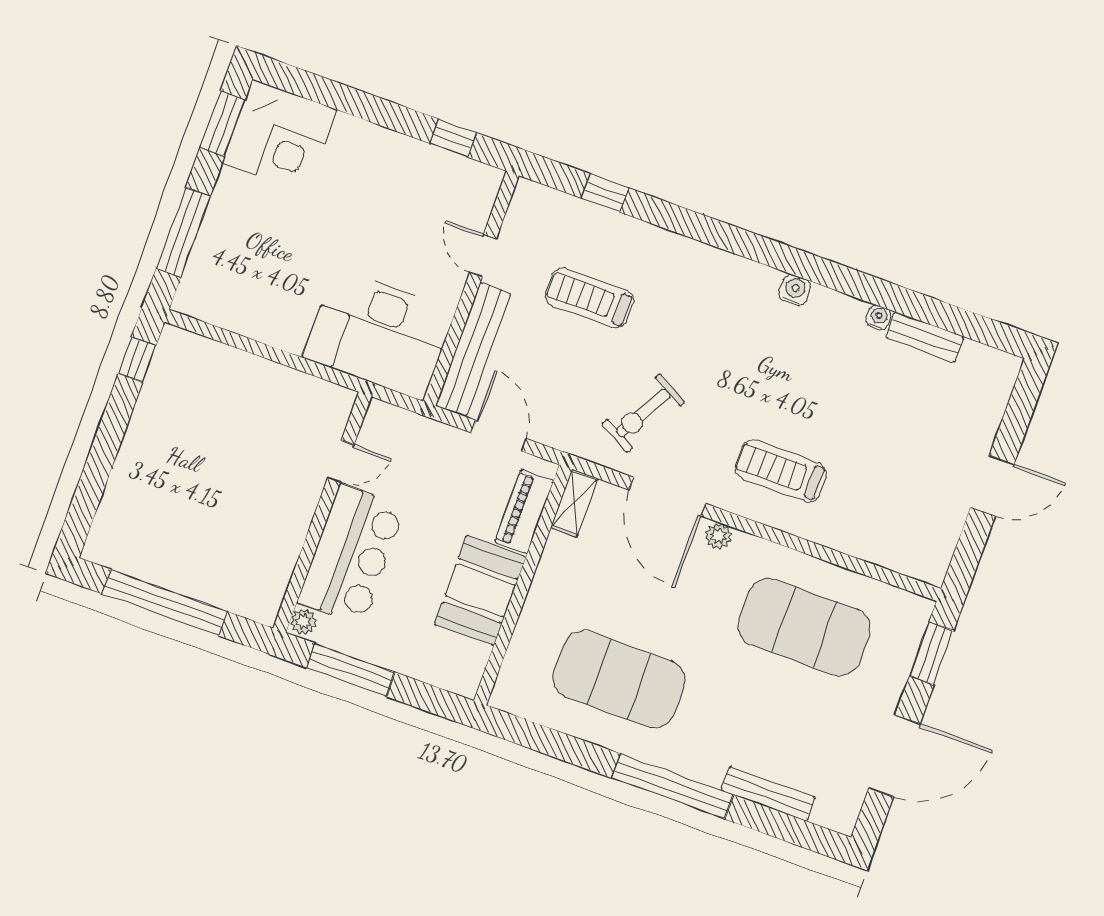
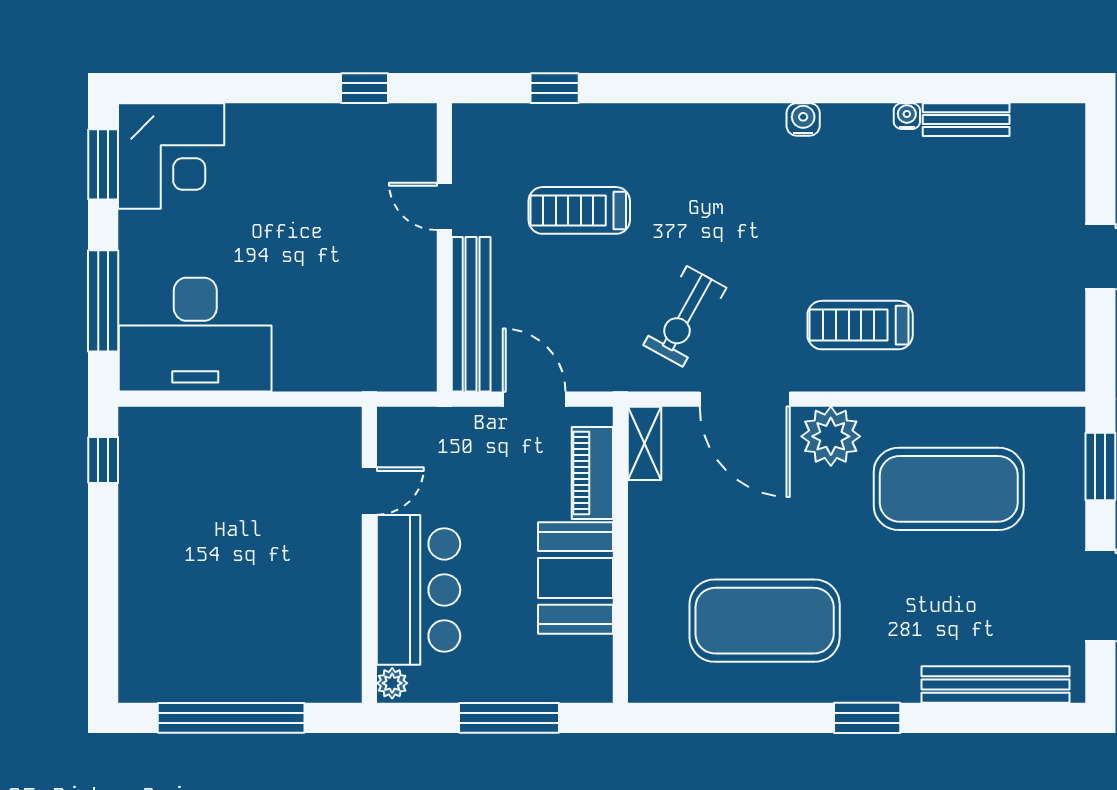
desk: (379, 334) -> (195, 335), moved
plant: (718, 536) -> (831, 436), width x1.87, depth x1.87
window: (350, 670) -> (509, 718), moved
window: (673, 786) -> (867, 718), width x0.47
bench: (768, 794) -> (995, 684), width x1.37, depth x1.21

